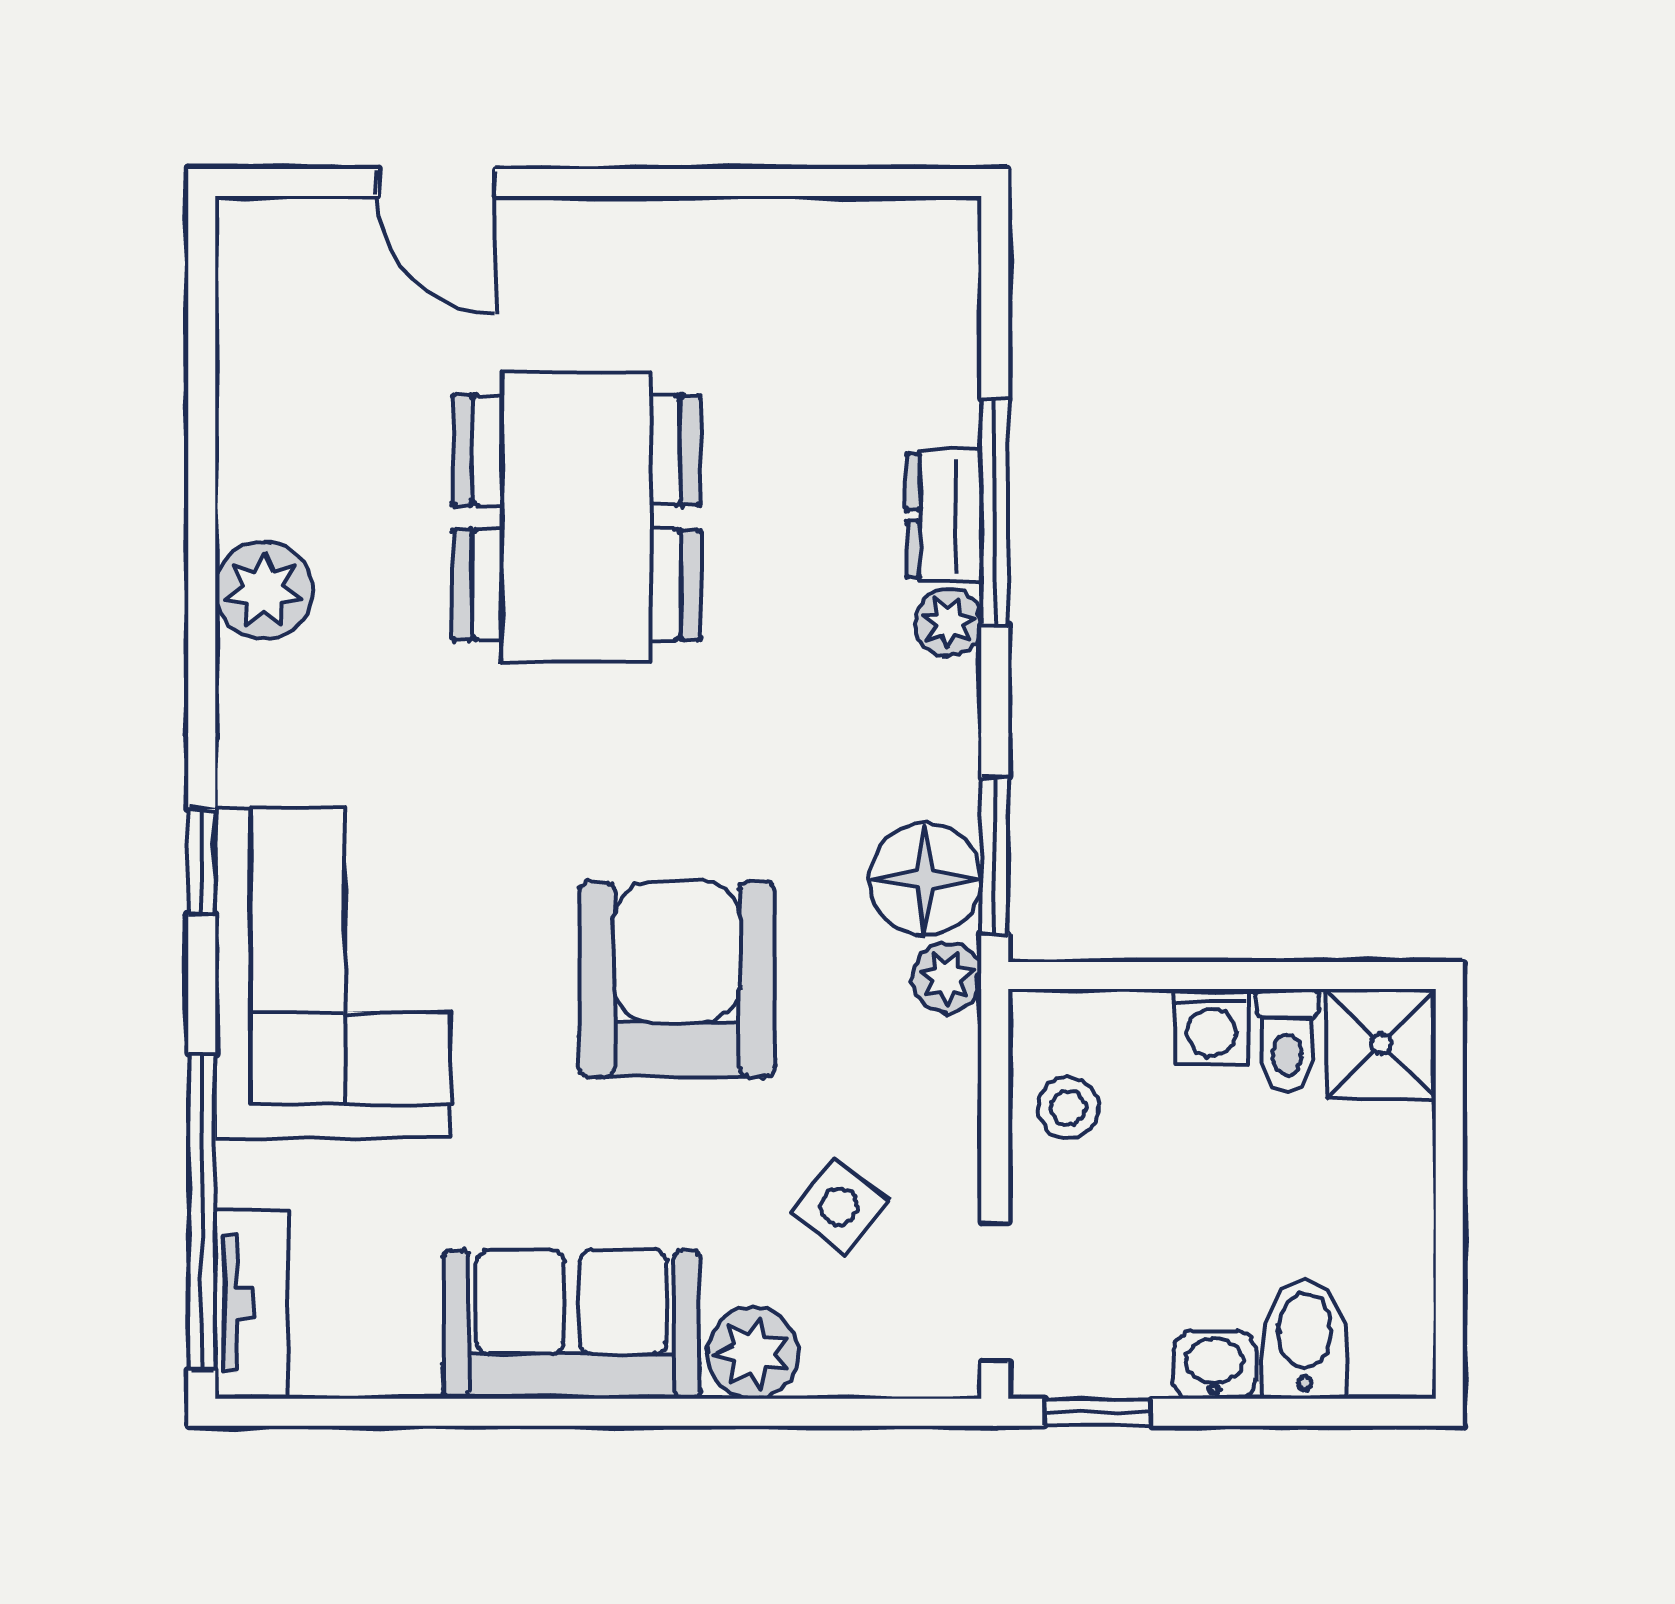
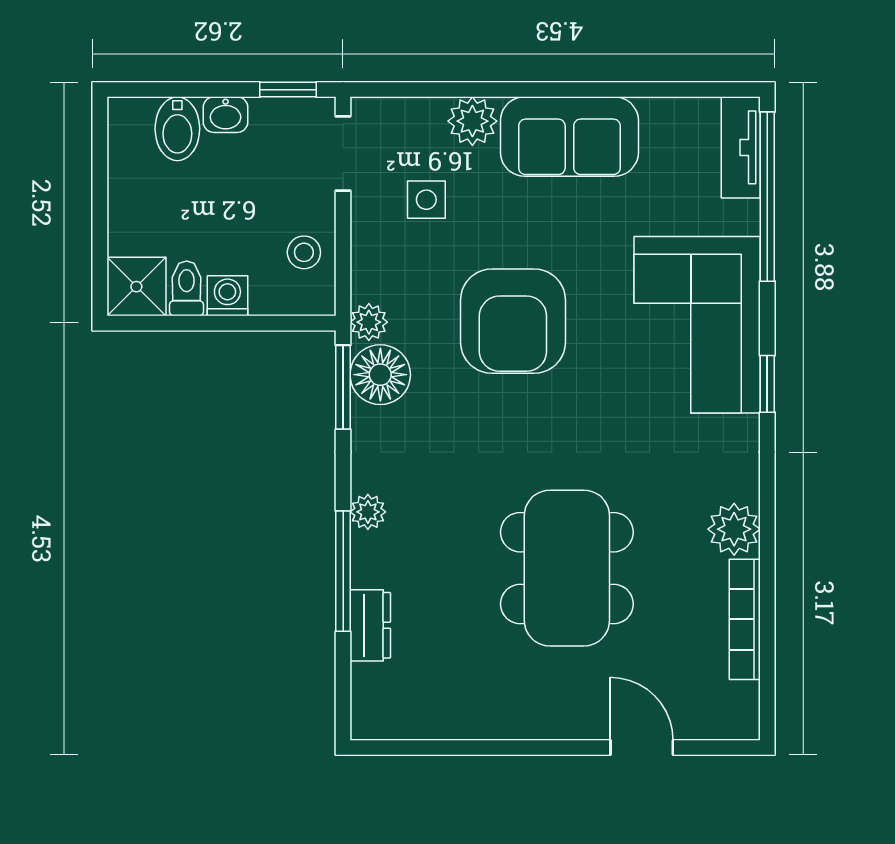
bookcase: (244, 422) -> (745, 619), added
dresser: (944, 516) -> (370, 625), moved
side table: (839, 1206) -> (426, 200), turned -38

